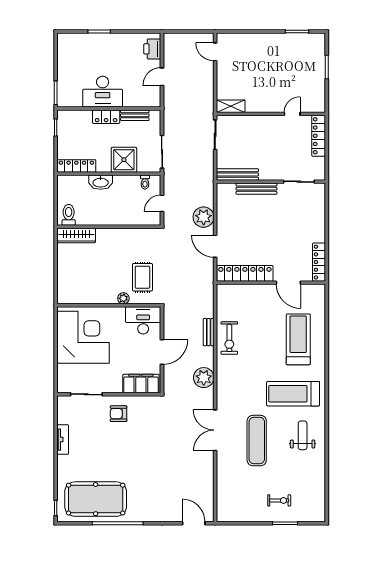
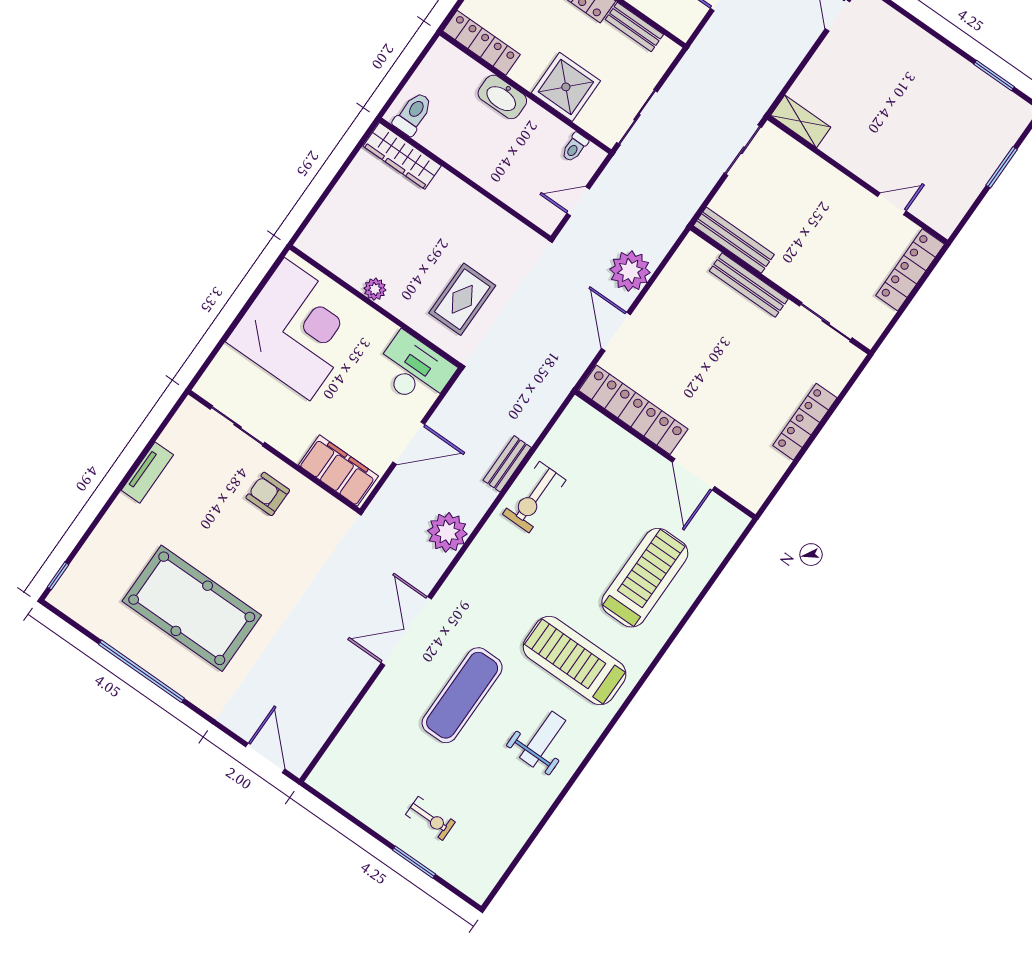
locker: (319, 262) -> (805, 422), moved
plant: (123, 298) -> (375, 289), moved
pool table: (96, 499) -> (192, 608), moved

